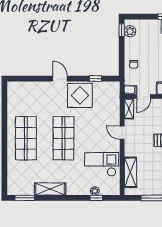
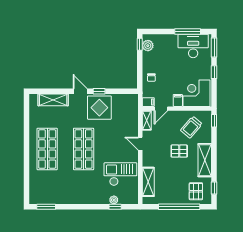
window: (96, 79) -> (99, 91), moved
shelving: (50, 189) -> (53, 100), moved

